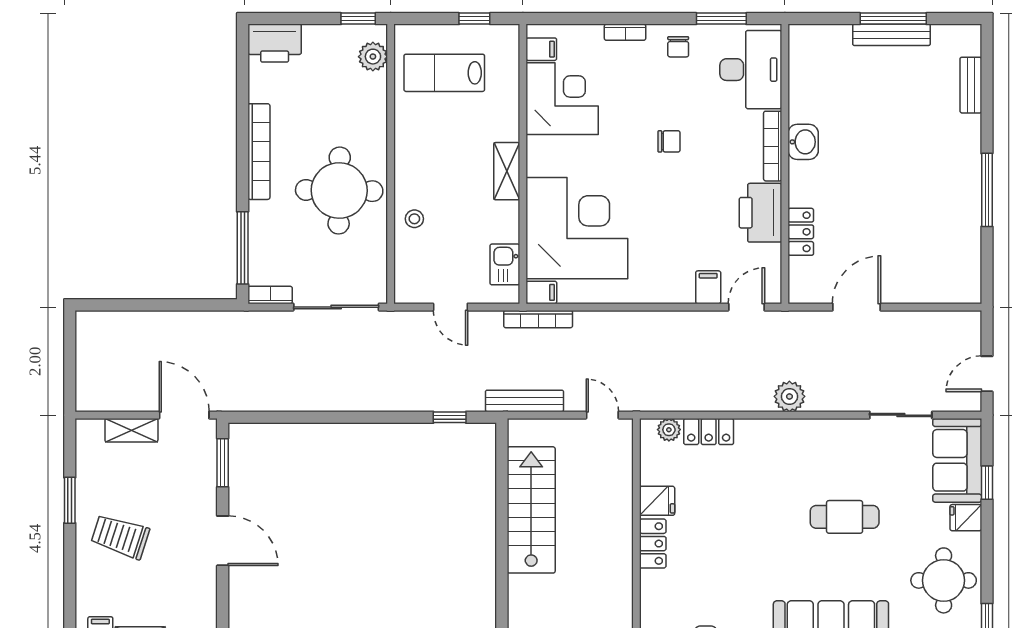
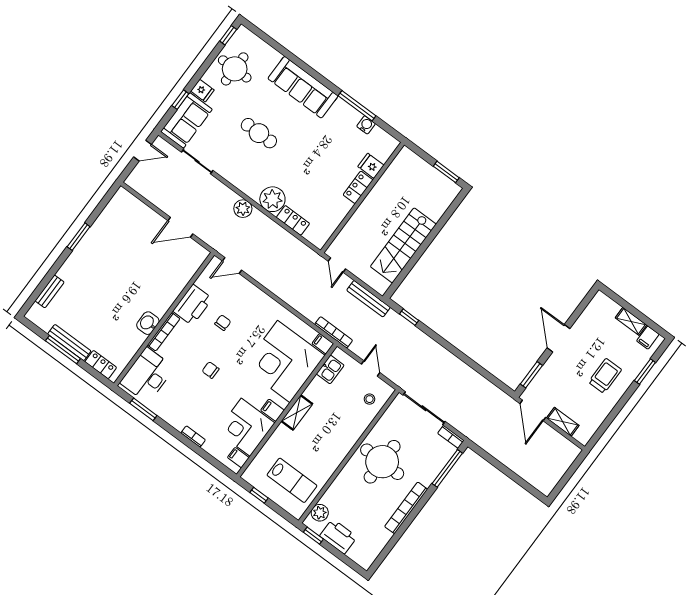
printer: (275, 43) -> (338, 536), moved
chair: (678, 47) -> (223, 323), moved
window: (987, 190) -> (79, 237), width x0.69
stool: (414, 219) -> (370, 399), moved
locker: (801, 232) -> (101, 365), moved, turned 90
filing cabinet: (708, 287) -> (272, 410), moved, turned 90
plant: (669, 430) -> (272, 199), moved, width x1.87, depth x1.87
window: (70, 500) -> (645, 371), moved
fridge: (657, 501) -> (371, 166), moved
trolley: (120, 536) -> (605, 376), turned -108

